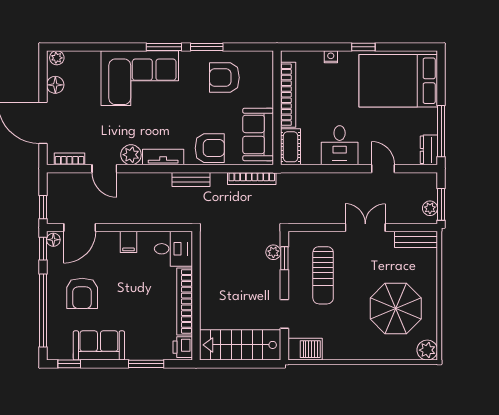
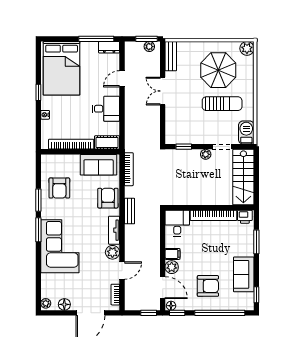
plant: (110, 241) -> (172, 267), added
plant: (273, 252) -> (206, 154), moved
sun lounger: (323, 275) -> (222, 104), moved

